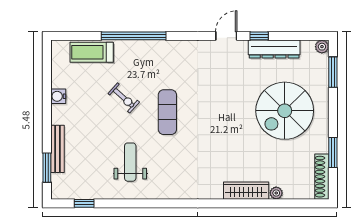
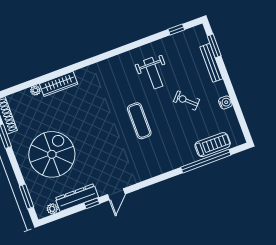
window: (134, 36) -> (206, 161), moved
plant: (322, 47) -> (52, 209), moved
exercise bike: (124, 98) -> (187, 101), moved

